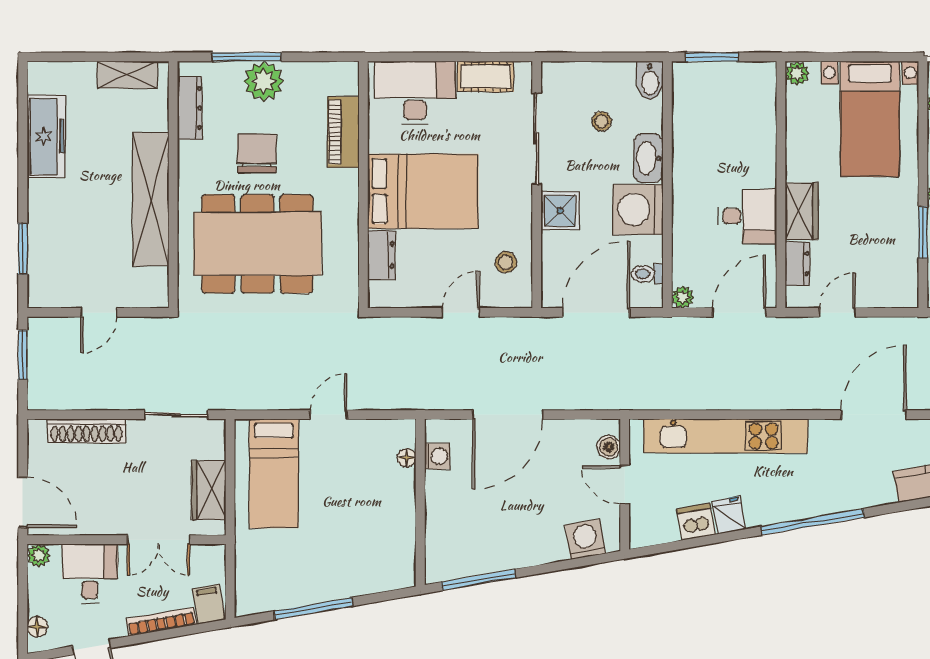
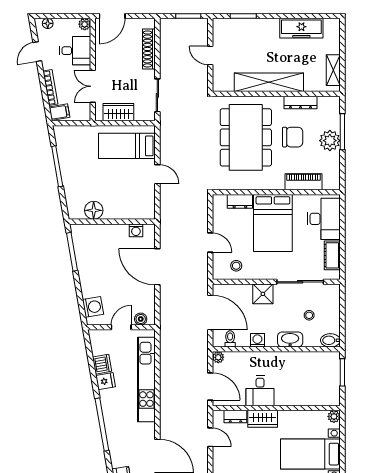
dresser: (190, 108) -> (300, 102), moved
washing machine: (638, 209) -> (257, 340), width x0.53, depth x0.53
floor lamp: (407, 458) -> (94, 210), moved, width x1.89, depth x1.89

